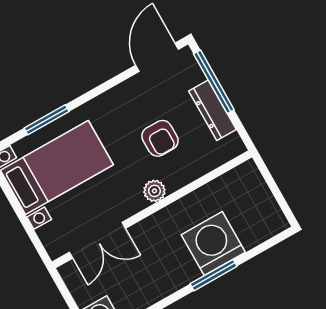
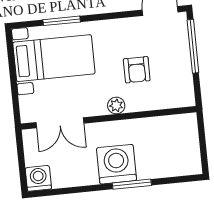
dresser: (212, 110) -> (183, 66), removed
washing machine: (213, 244) -> (116, 164), moved

